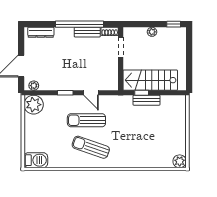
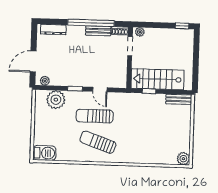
plant: (152, 32) -> (140, 32), moved
bench: (147, 100) -> (179, 99), moved
plant: (34, 105) -> (56, 100), moved

